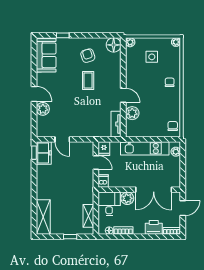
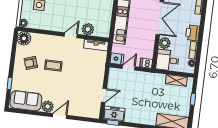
plant: (43, 109) -> (48, 106), moved
printer: (154, 227) -> (193, 33), moved

